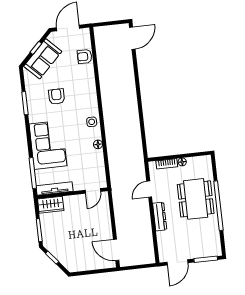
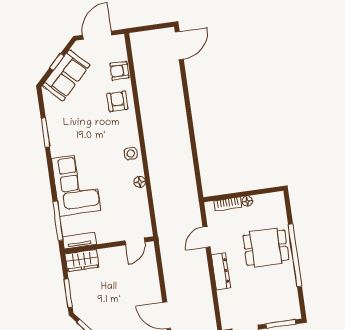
armchair: (57, 96) -> (117, 101), moved
tv unit: (55, 188) -> (80, 241), width x0.71
dining table: (196, 199) -> (266, 248), width x0.73

